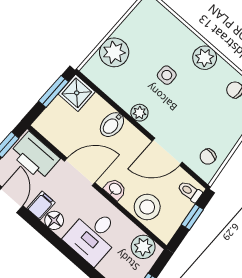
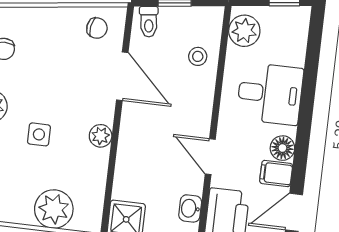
bidet: (112, 125) -> (134, 157), removed
door: (80, 172) -> (210, 157), width x0.73
washbasin: (115, 189) -> (190, 208), moved
stool: (147, 207) -> (198, 56), width x0.53, depth x0.53

